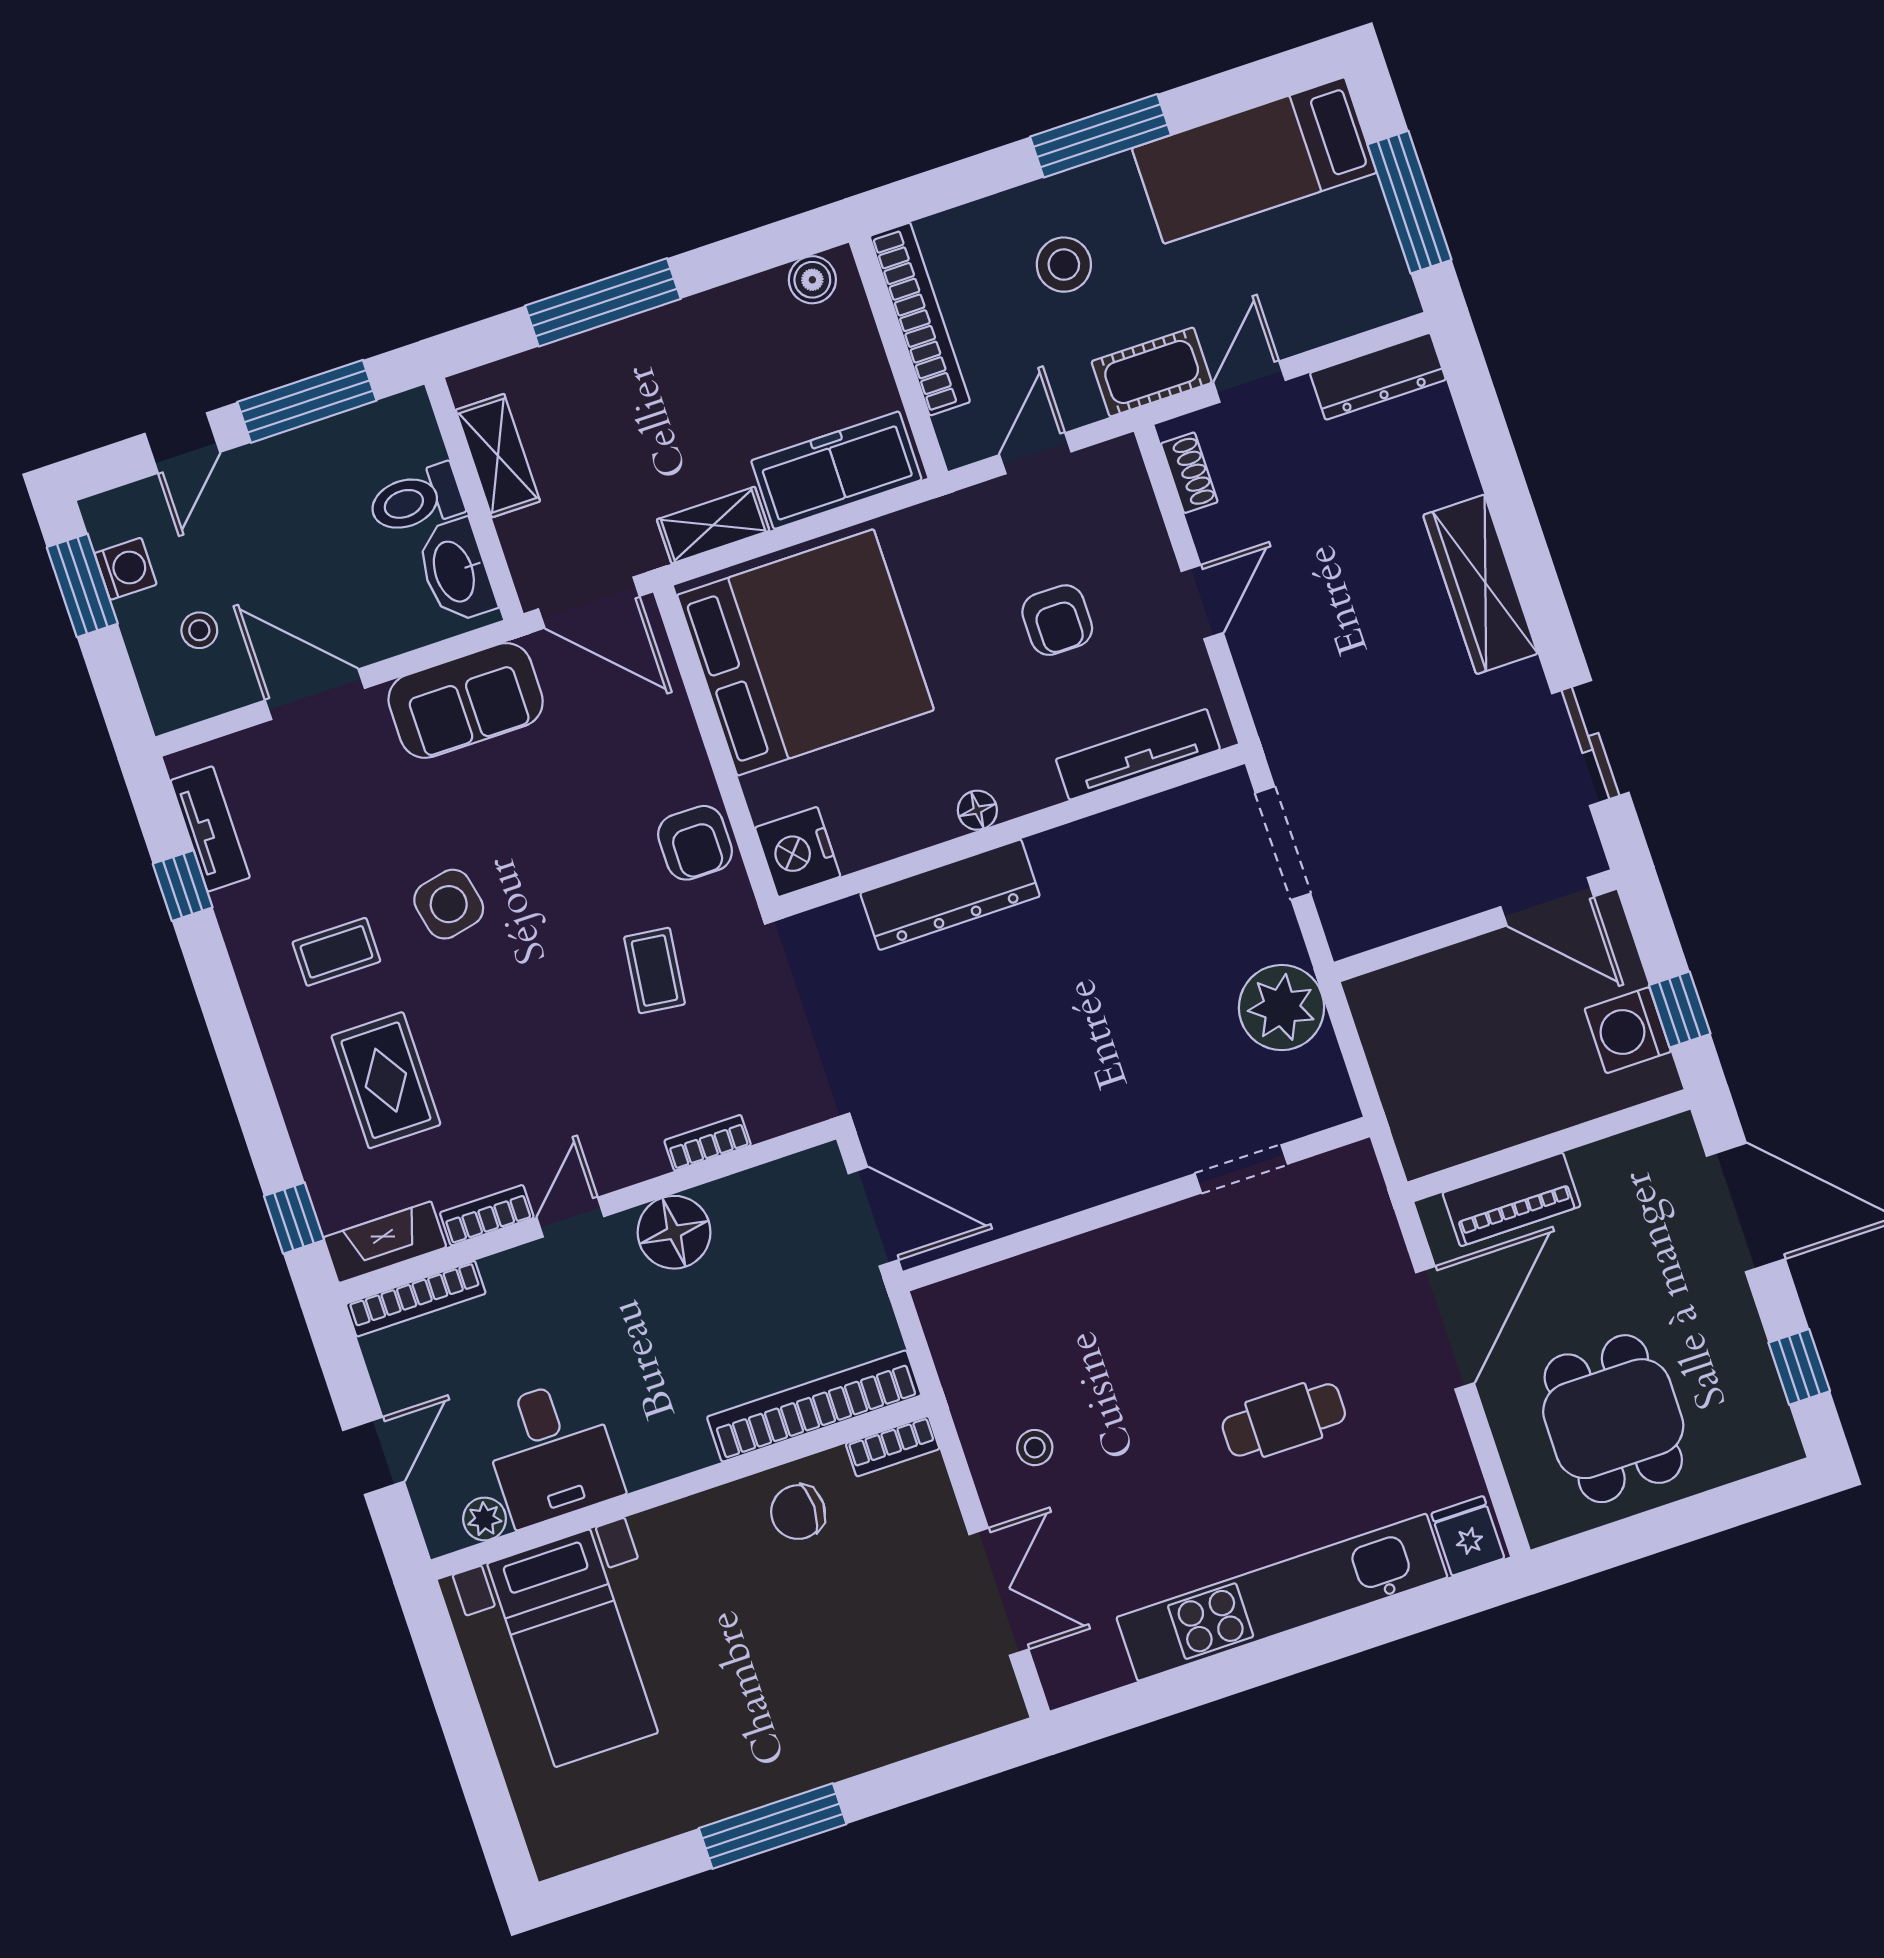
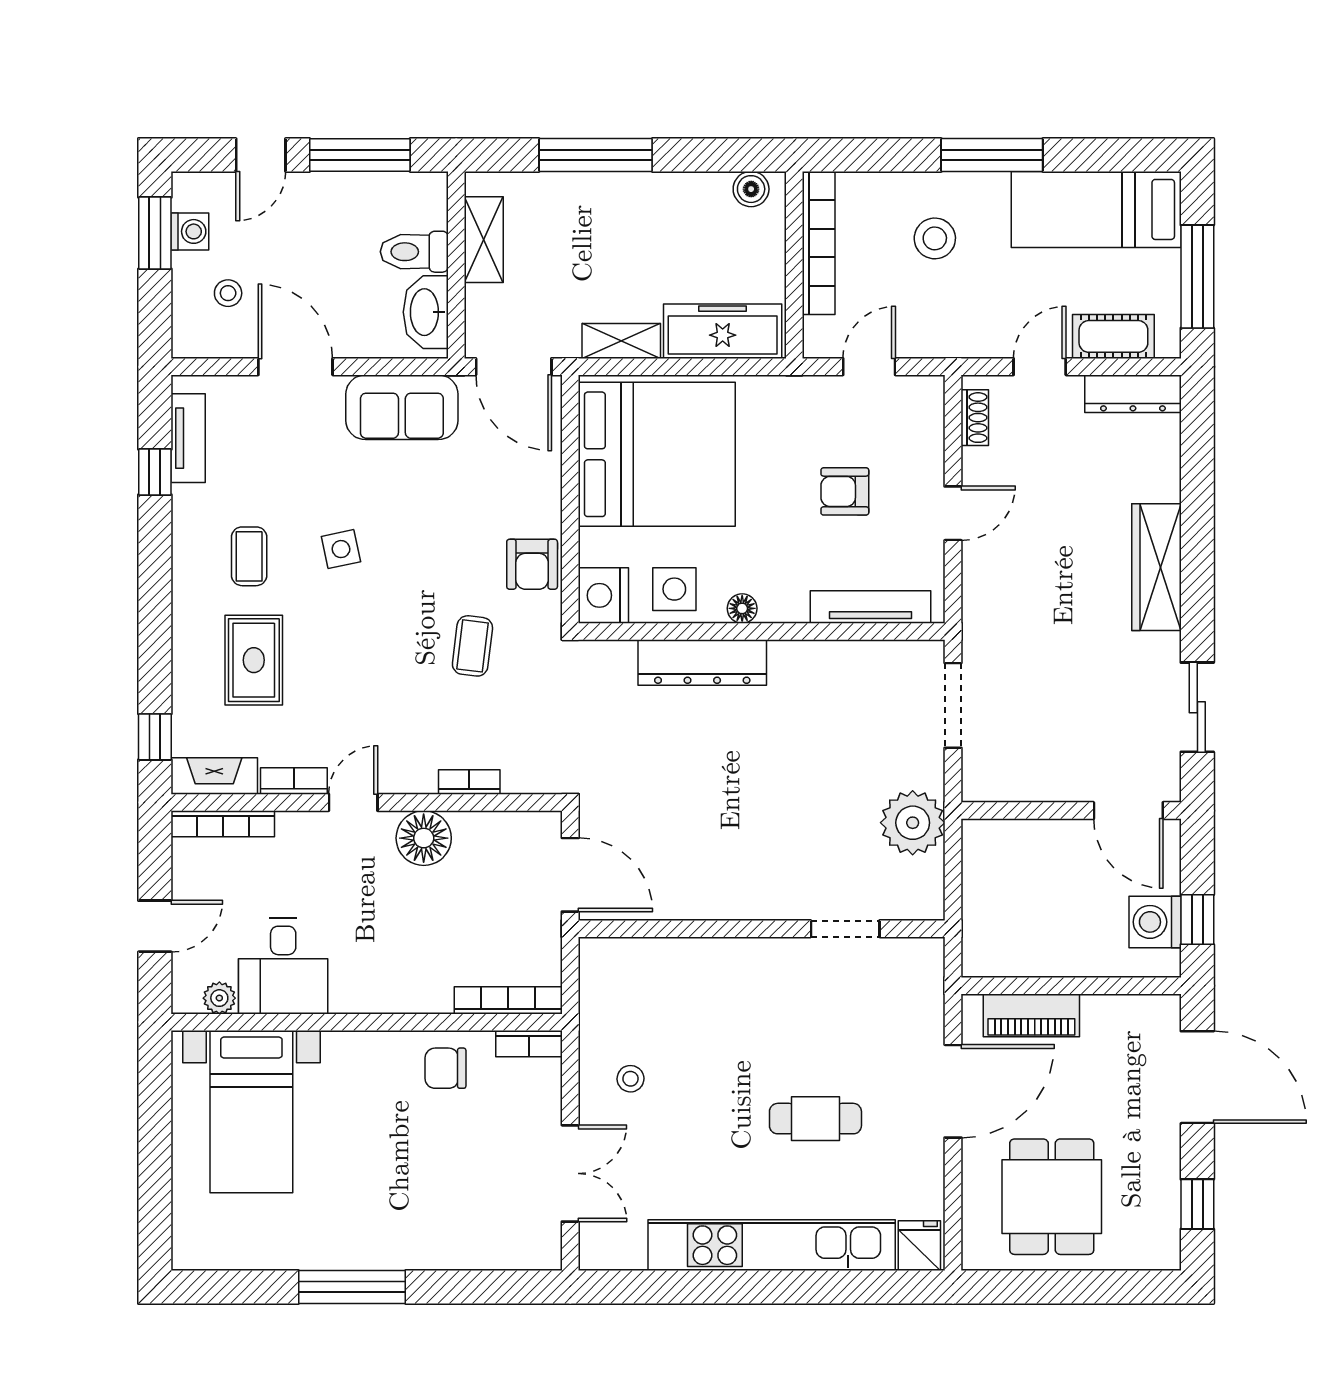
cot: (1152, 372) -> (1113, 336), moved
armchair: (1057, 620) -> (845, 491), turned 90
side table: (884, 814) -> (674, 589), added
side table: (449, 904) -> (341, 549), width x0.73, depth x0.73
coffee table: (336, 952) -> (249, 556), turned 90
bookcase: (814, 1406) -> (508, 1000), width x0.68, depth x0.76

